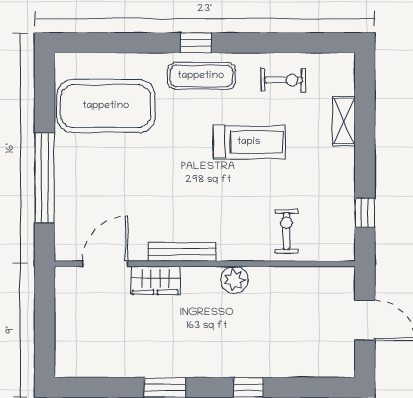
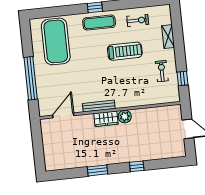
exercise mat: (106, 106) -> (56, 41), turned 90
exercise bike: (286, 231) -> (162, 71), moved
wardrobe: (155, 280) -> (106, 119), moved

